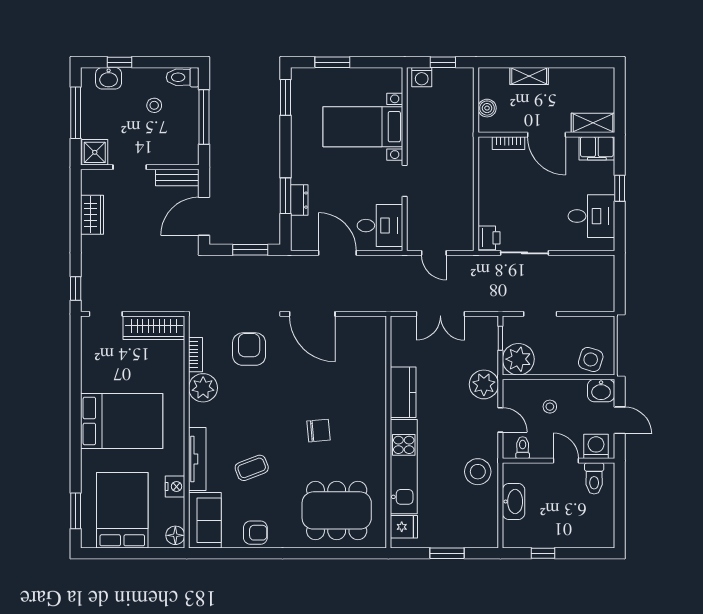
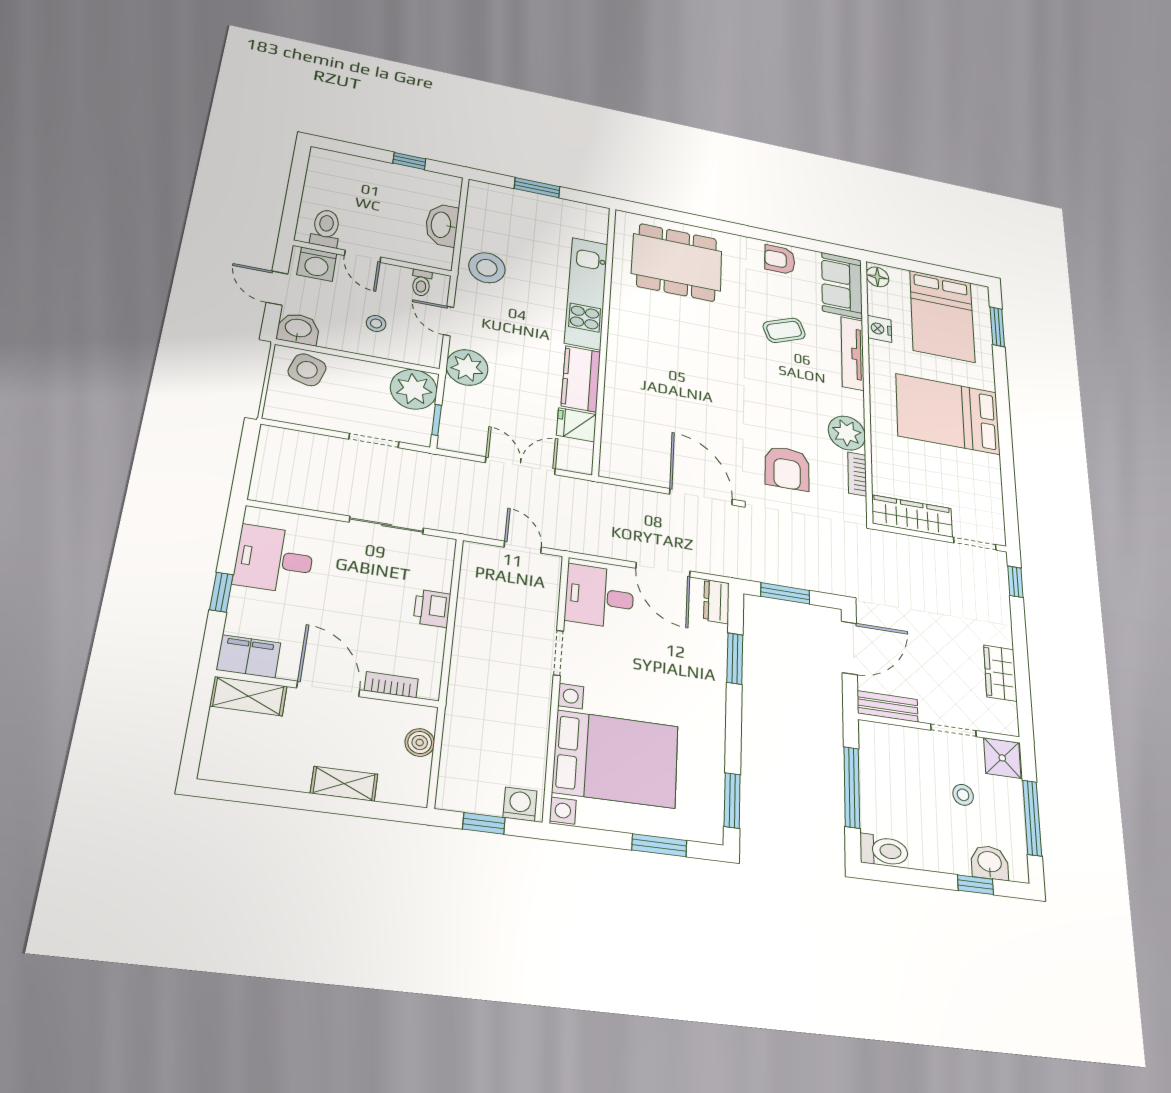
stool: (154, 105) -> (963, 795), moved
bed with nightstands: (363, 127) -> (616, 759), width x1.36
dresser: (299, 200) -> (716, 601), moved
printer: (489, 238) -> (432, 608), moved
chair: (319, 431) -> (697, 356), removed
fridge: (404, 527) -> (576, 425), moved

